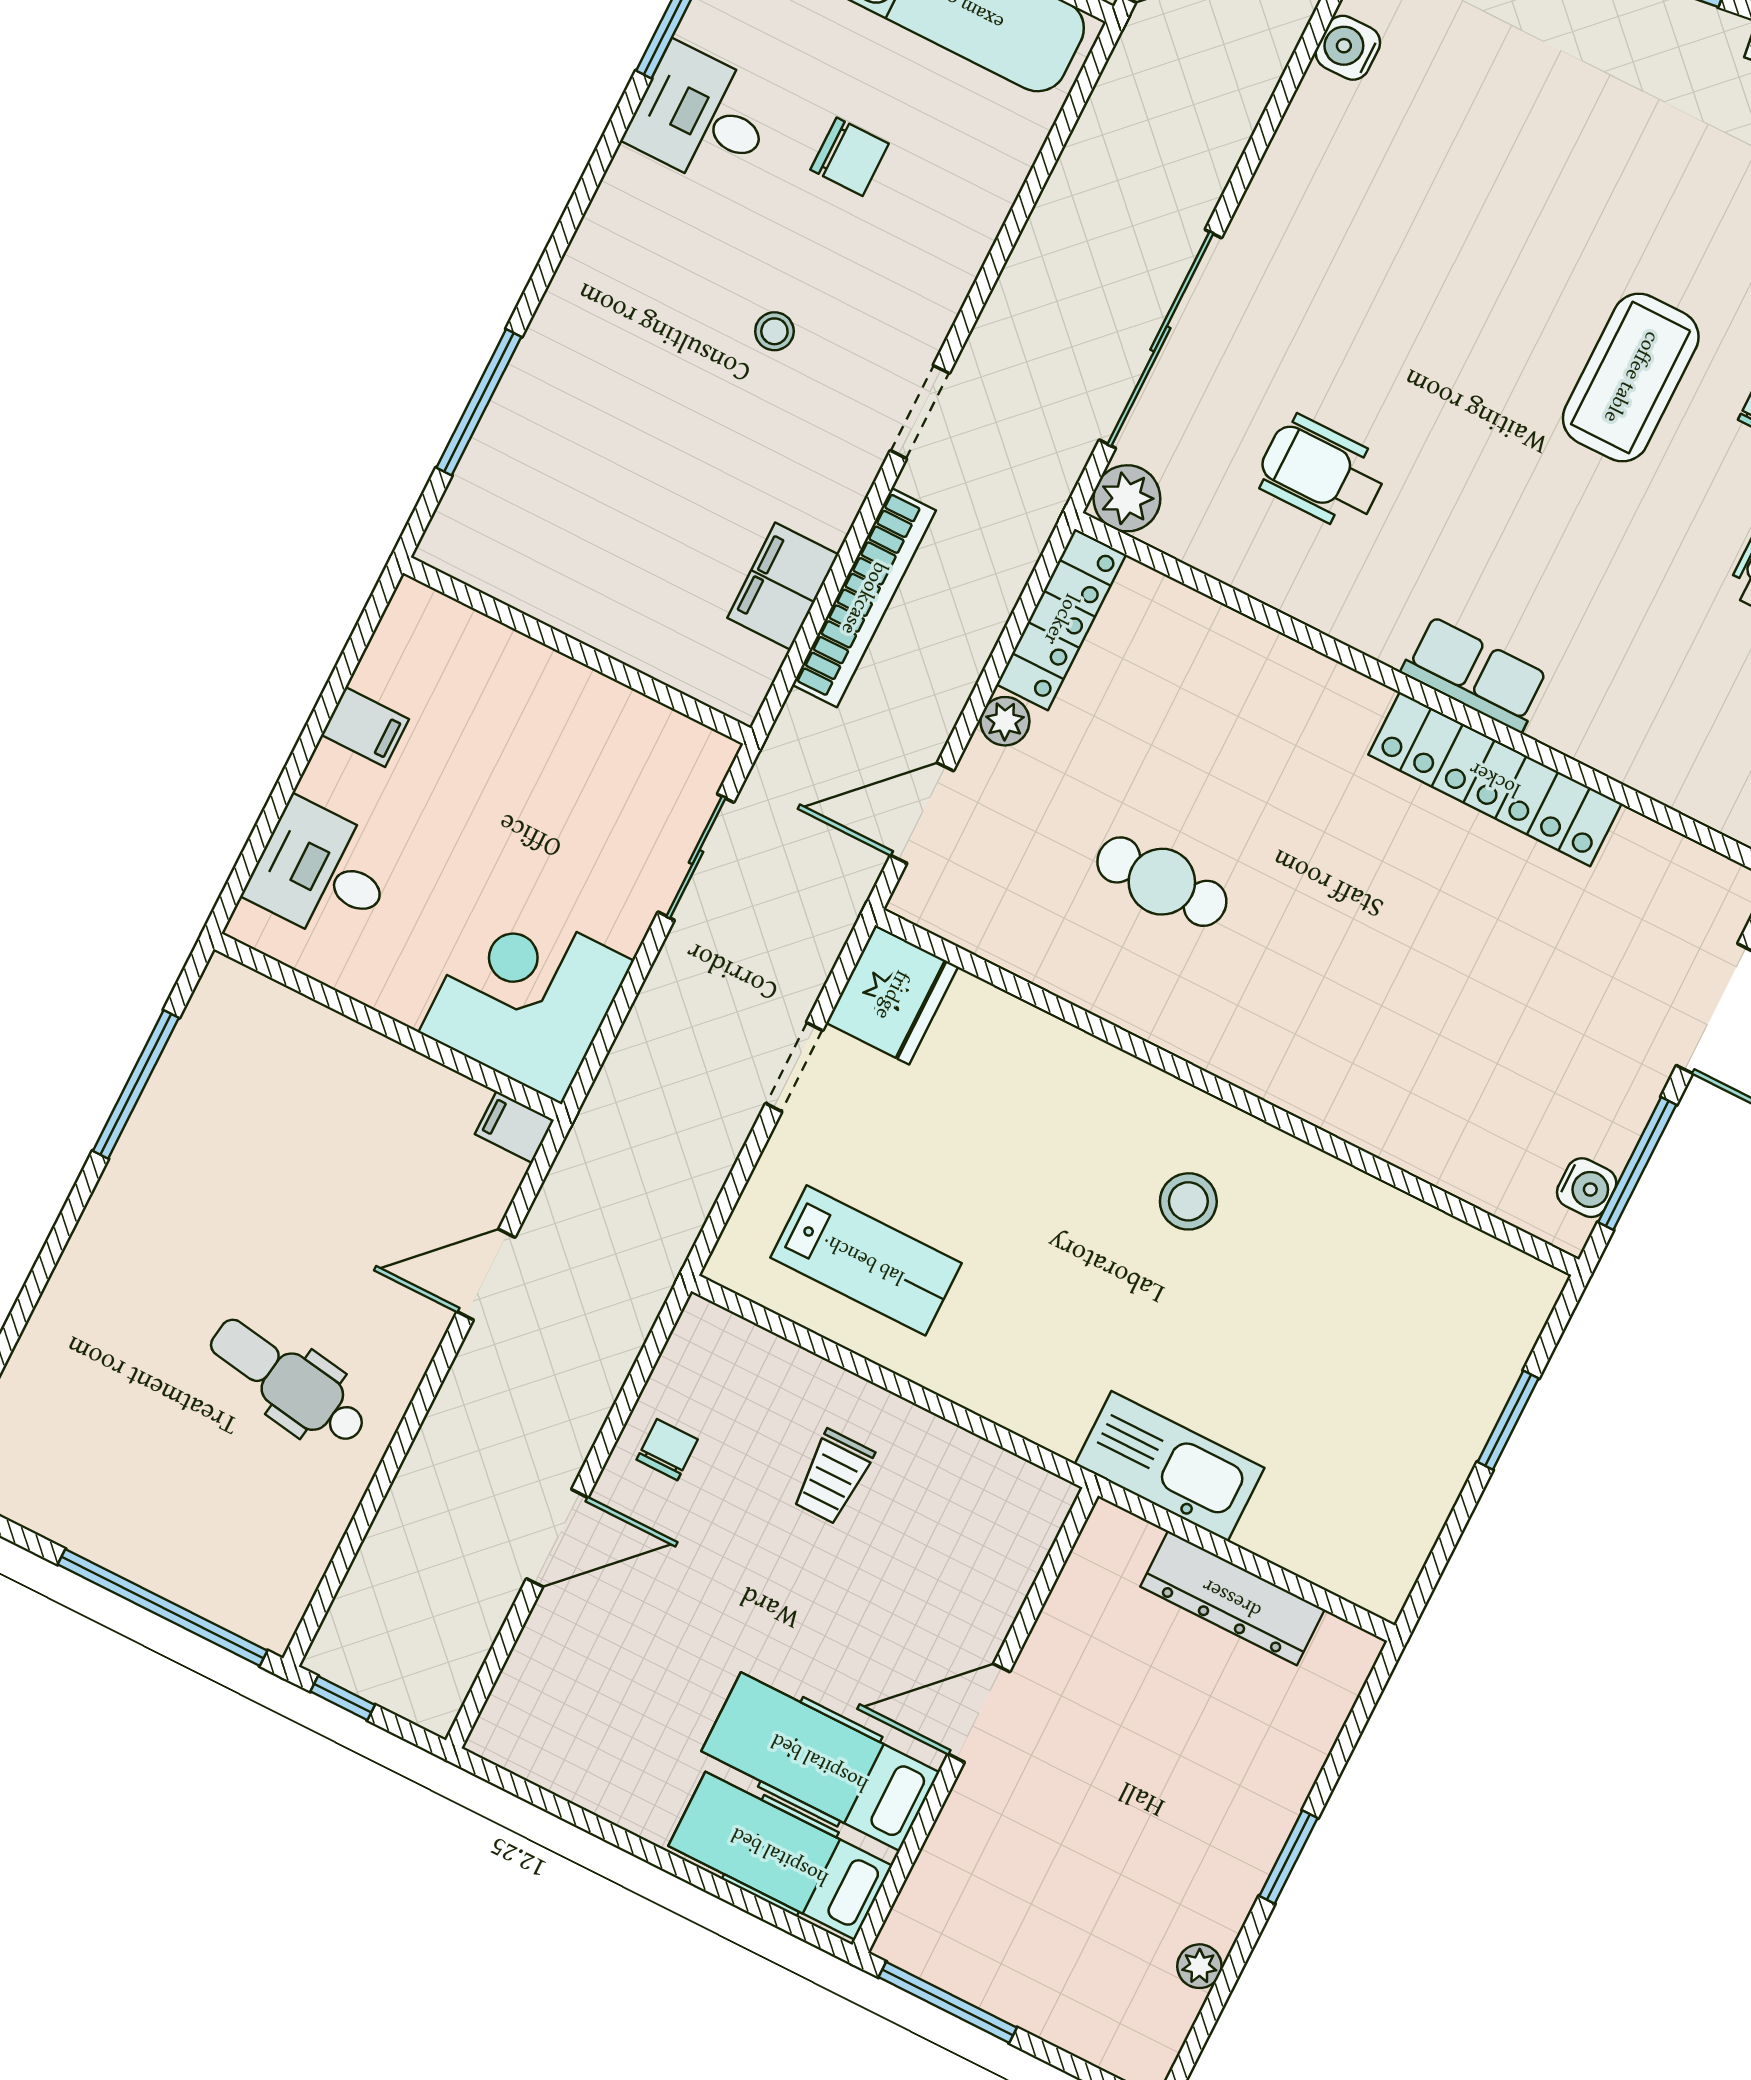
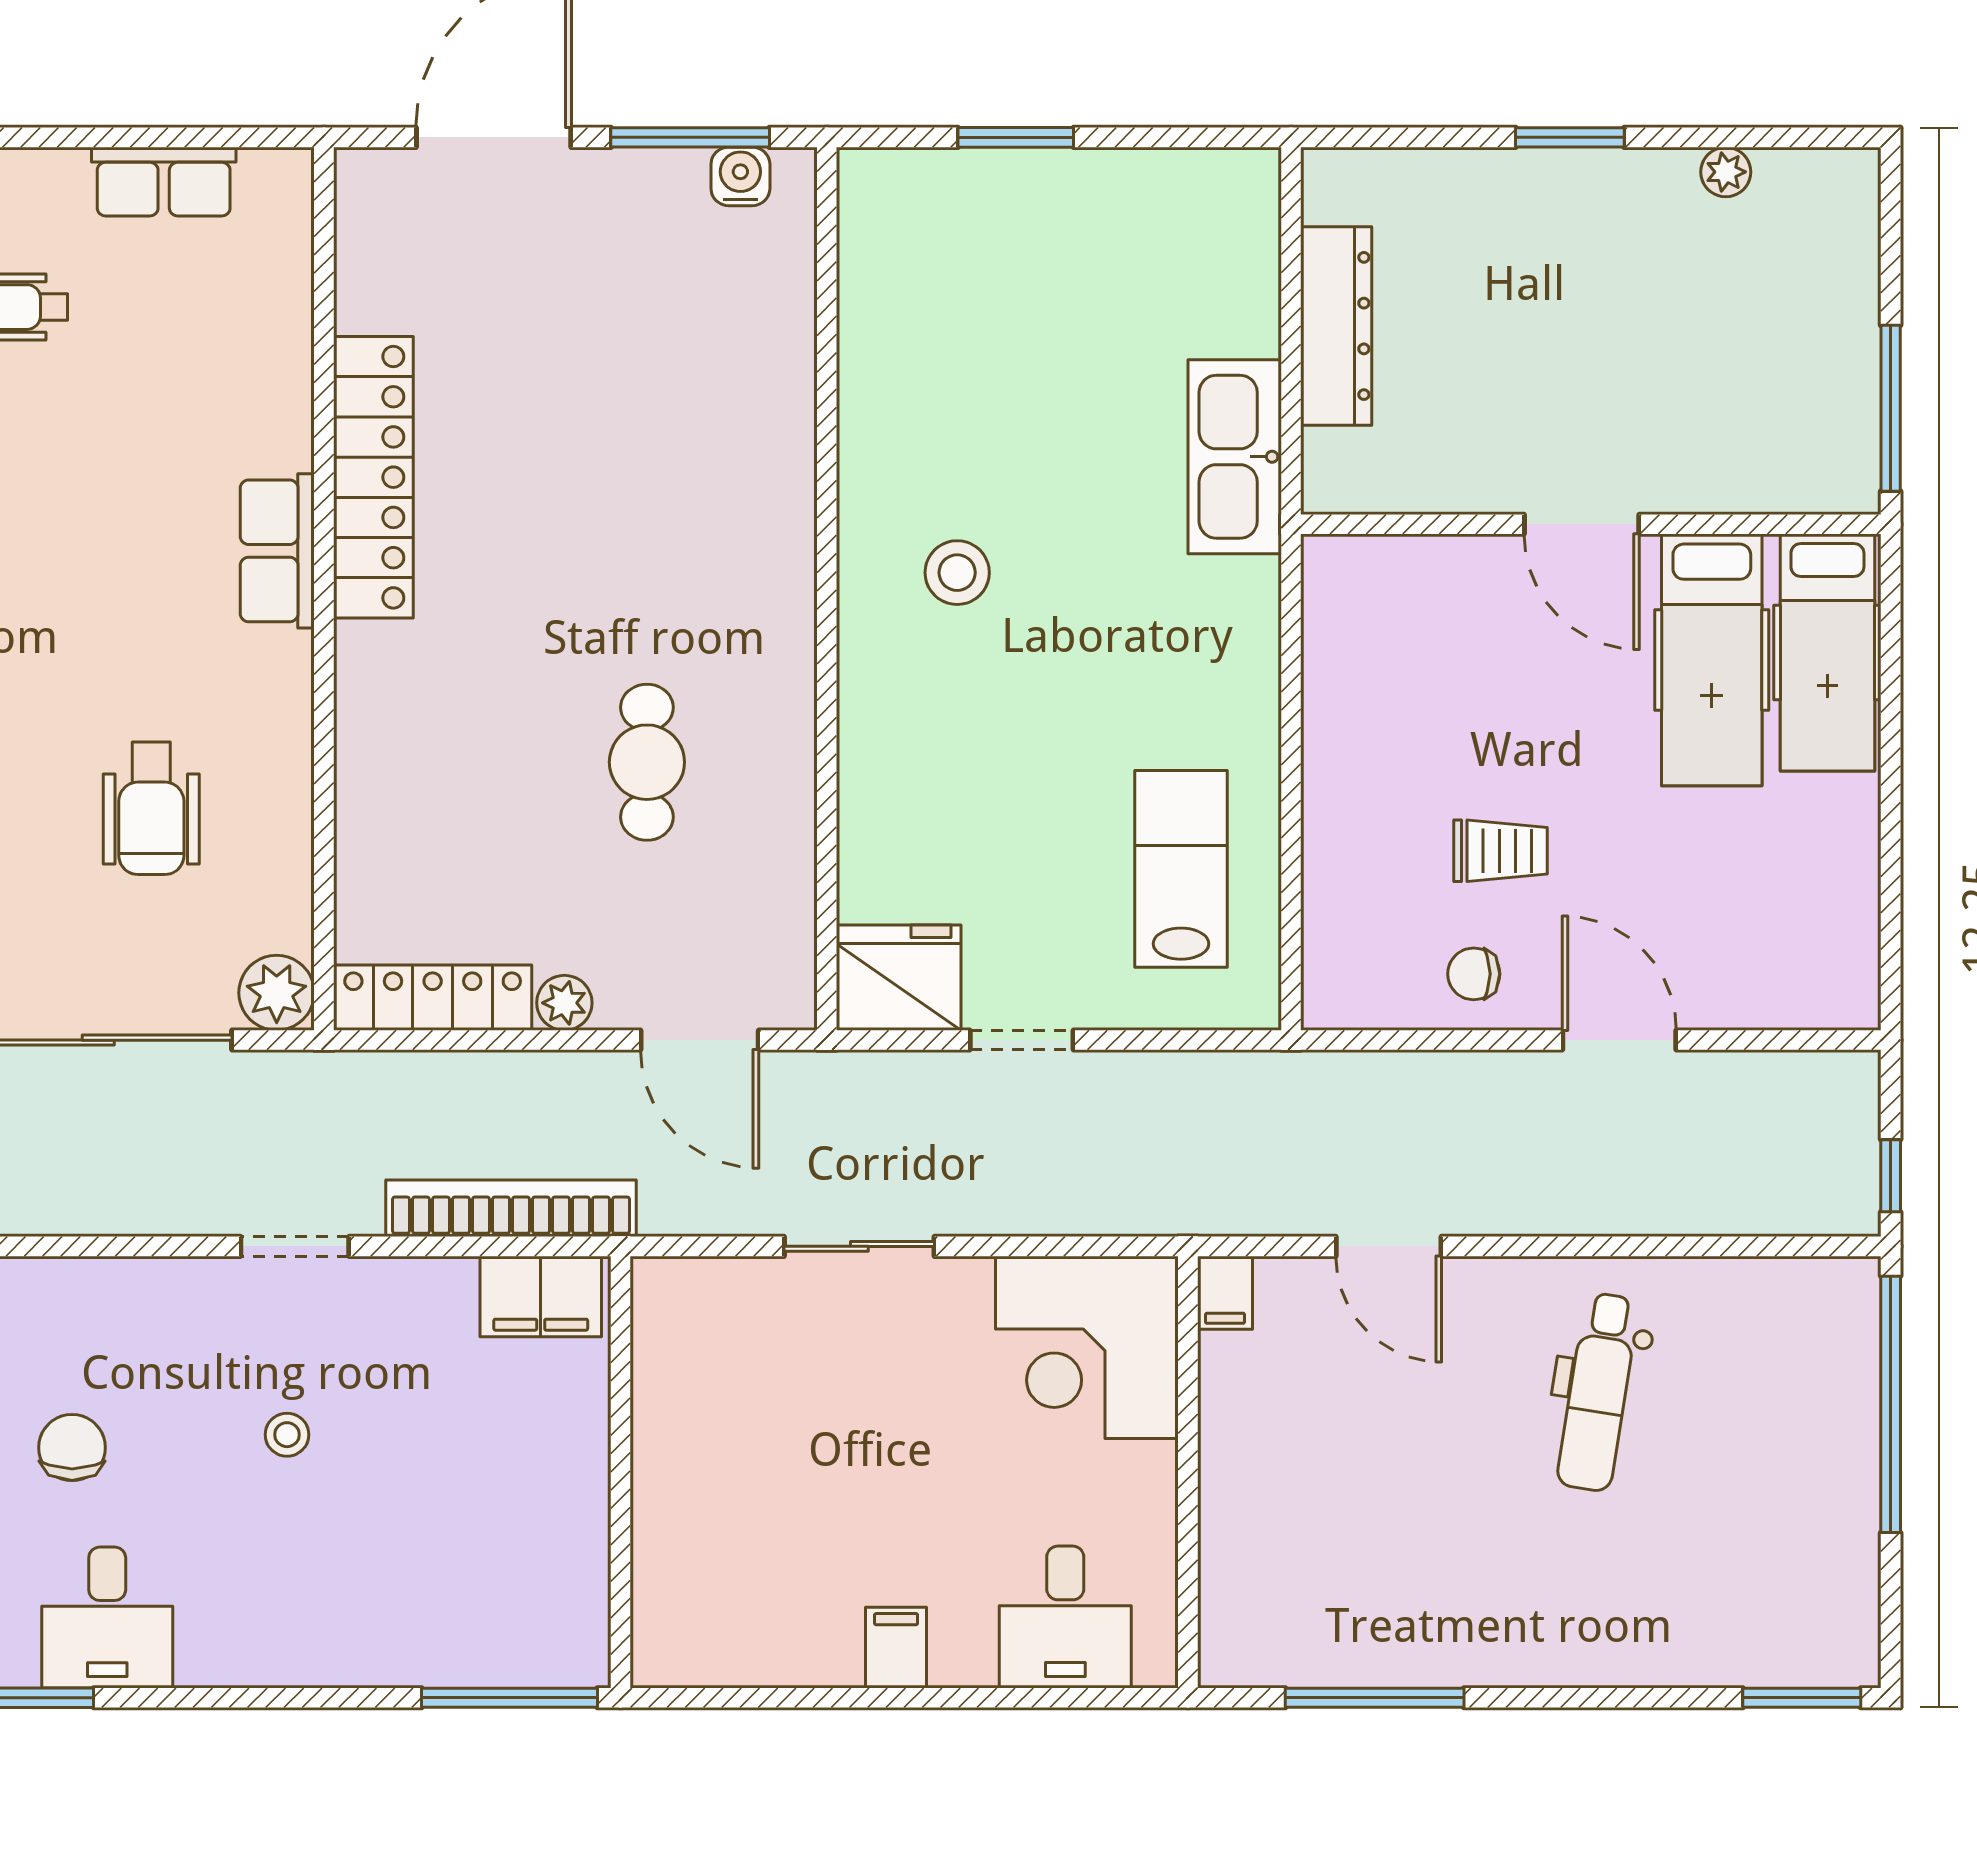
wall: (577, 651) -> (620, 1472), moved
trolley: (833, 1477) -> (1501, 851), moved

